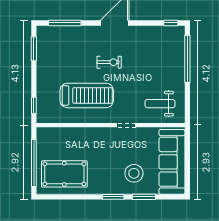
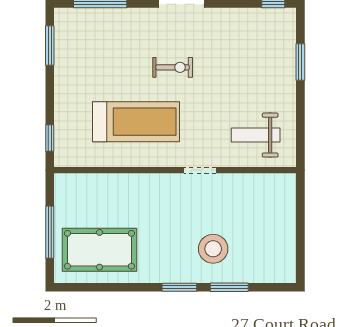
window: (187, 59) -> (300, 62), width x0.47
sofa: (172, 162) -> (275, 230), removed
window: (34, 163) -> (50, 232), width x0.68

